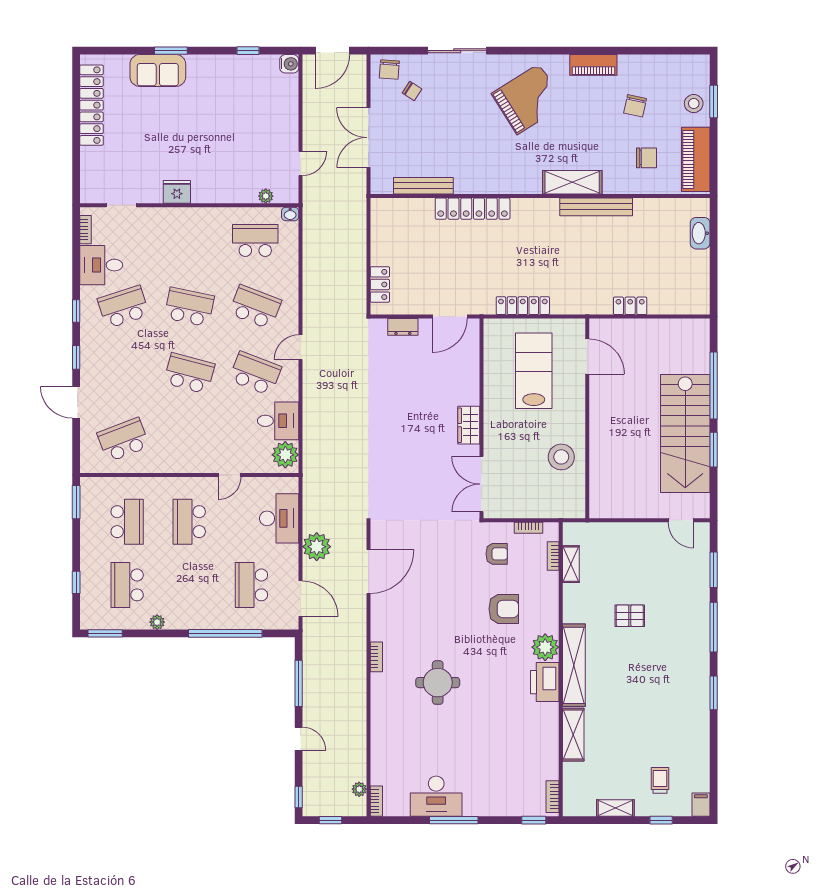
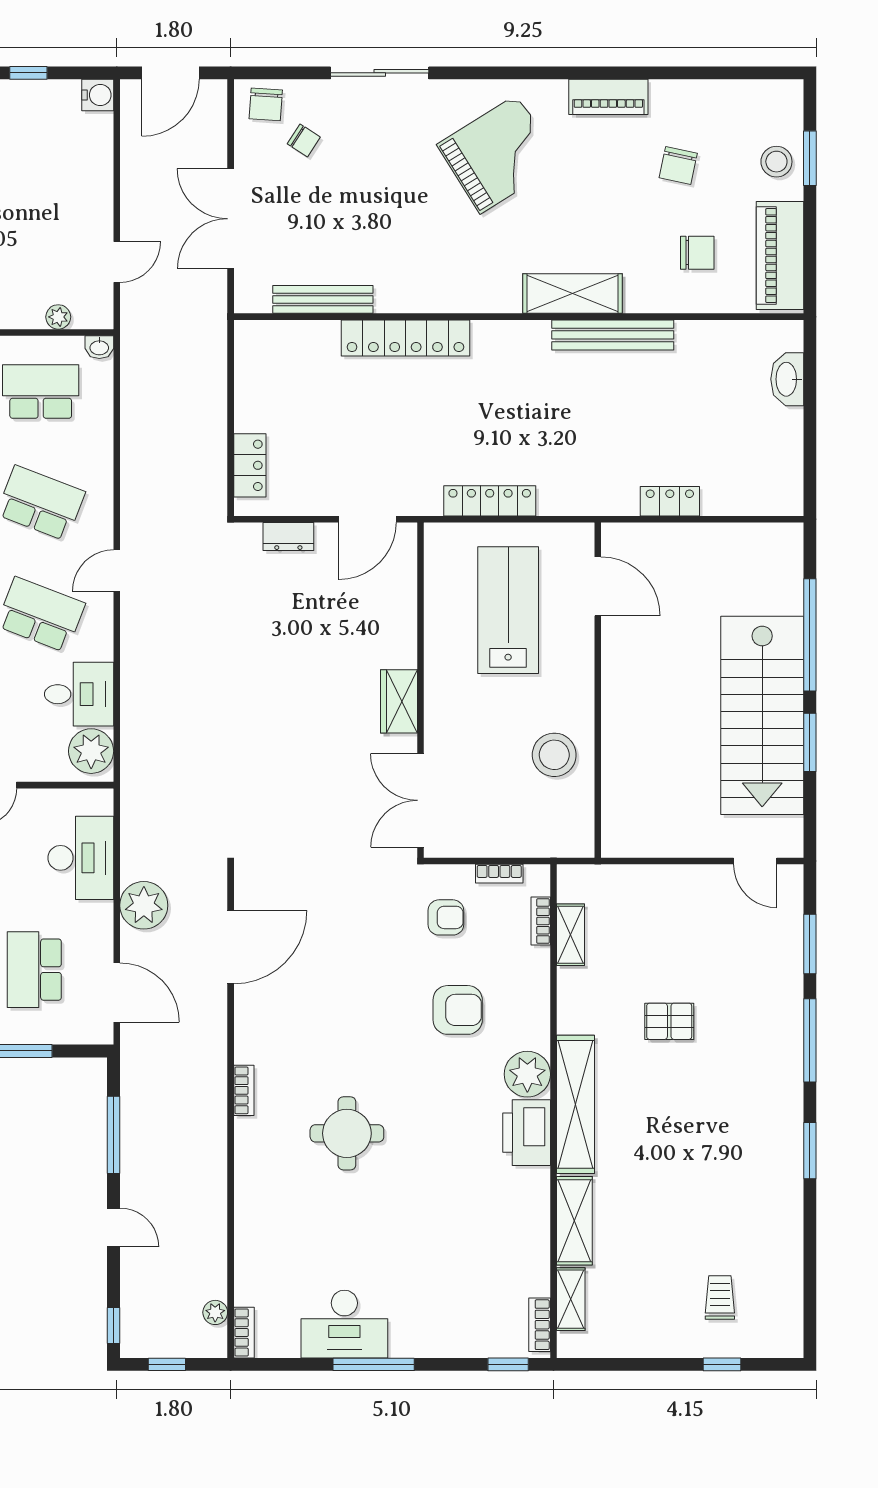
filing cabinet: (701, 805) -> (789, 1338), removed
shelving: (615, 808) -> (571, 1299), moved, turned 90

